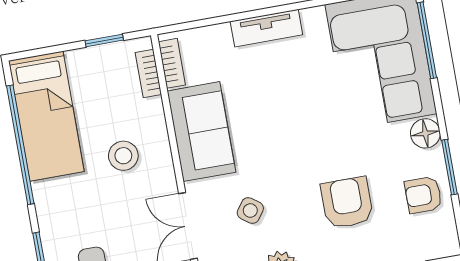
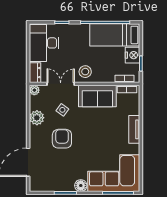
nightstand: (88, 64) -> (132, 55), added
stool: (123, 156) -> (85, 72), moved
armchair: (423, 195) -> (56, 180), removed
armchair: (347, 203) -> (62, 139), moved, turned -90

